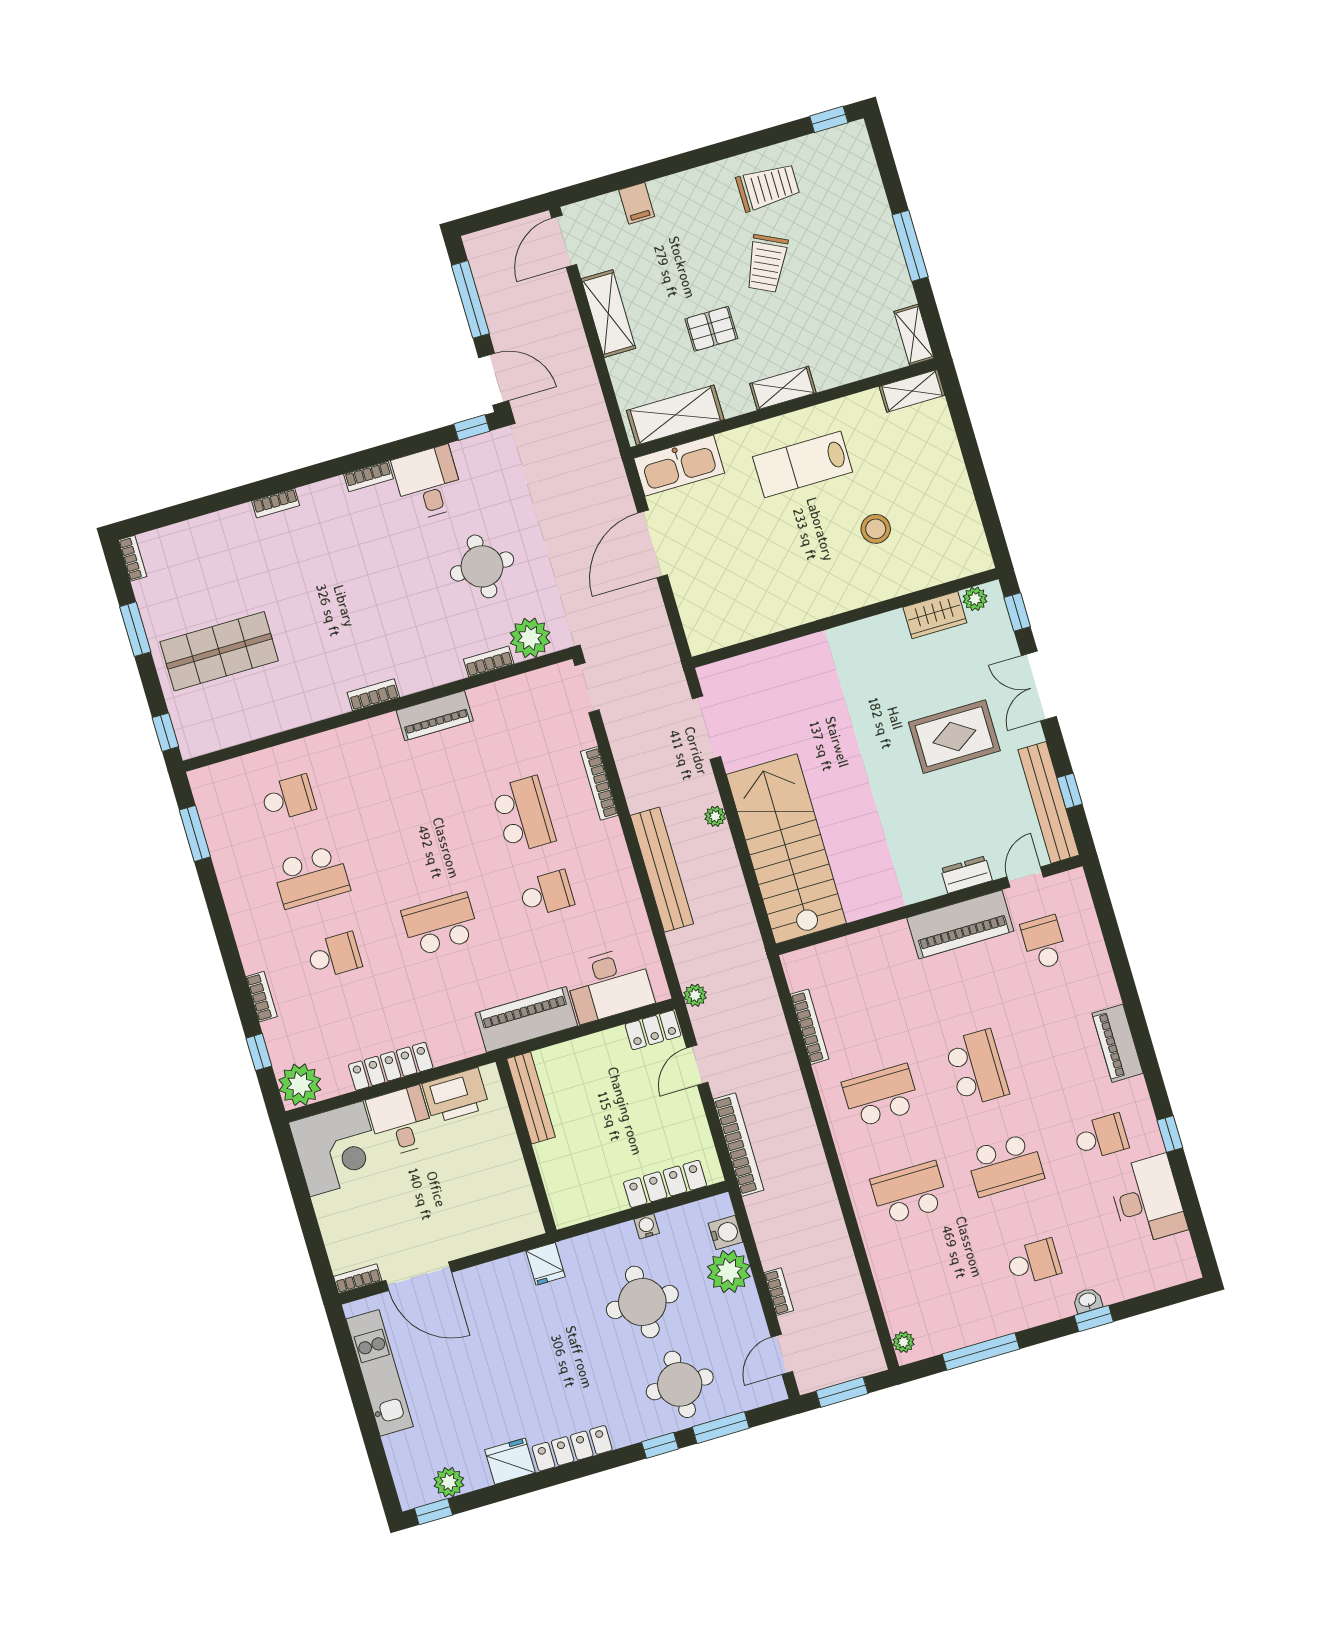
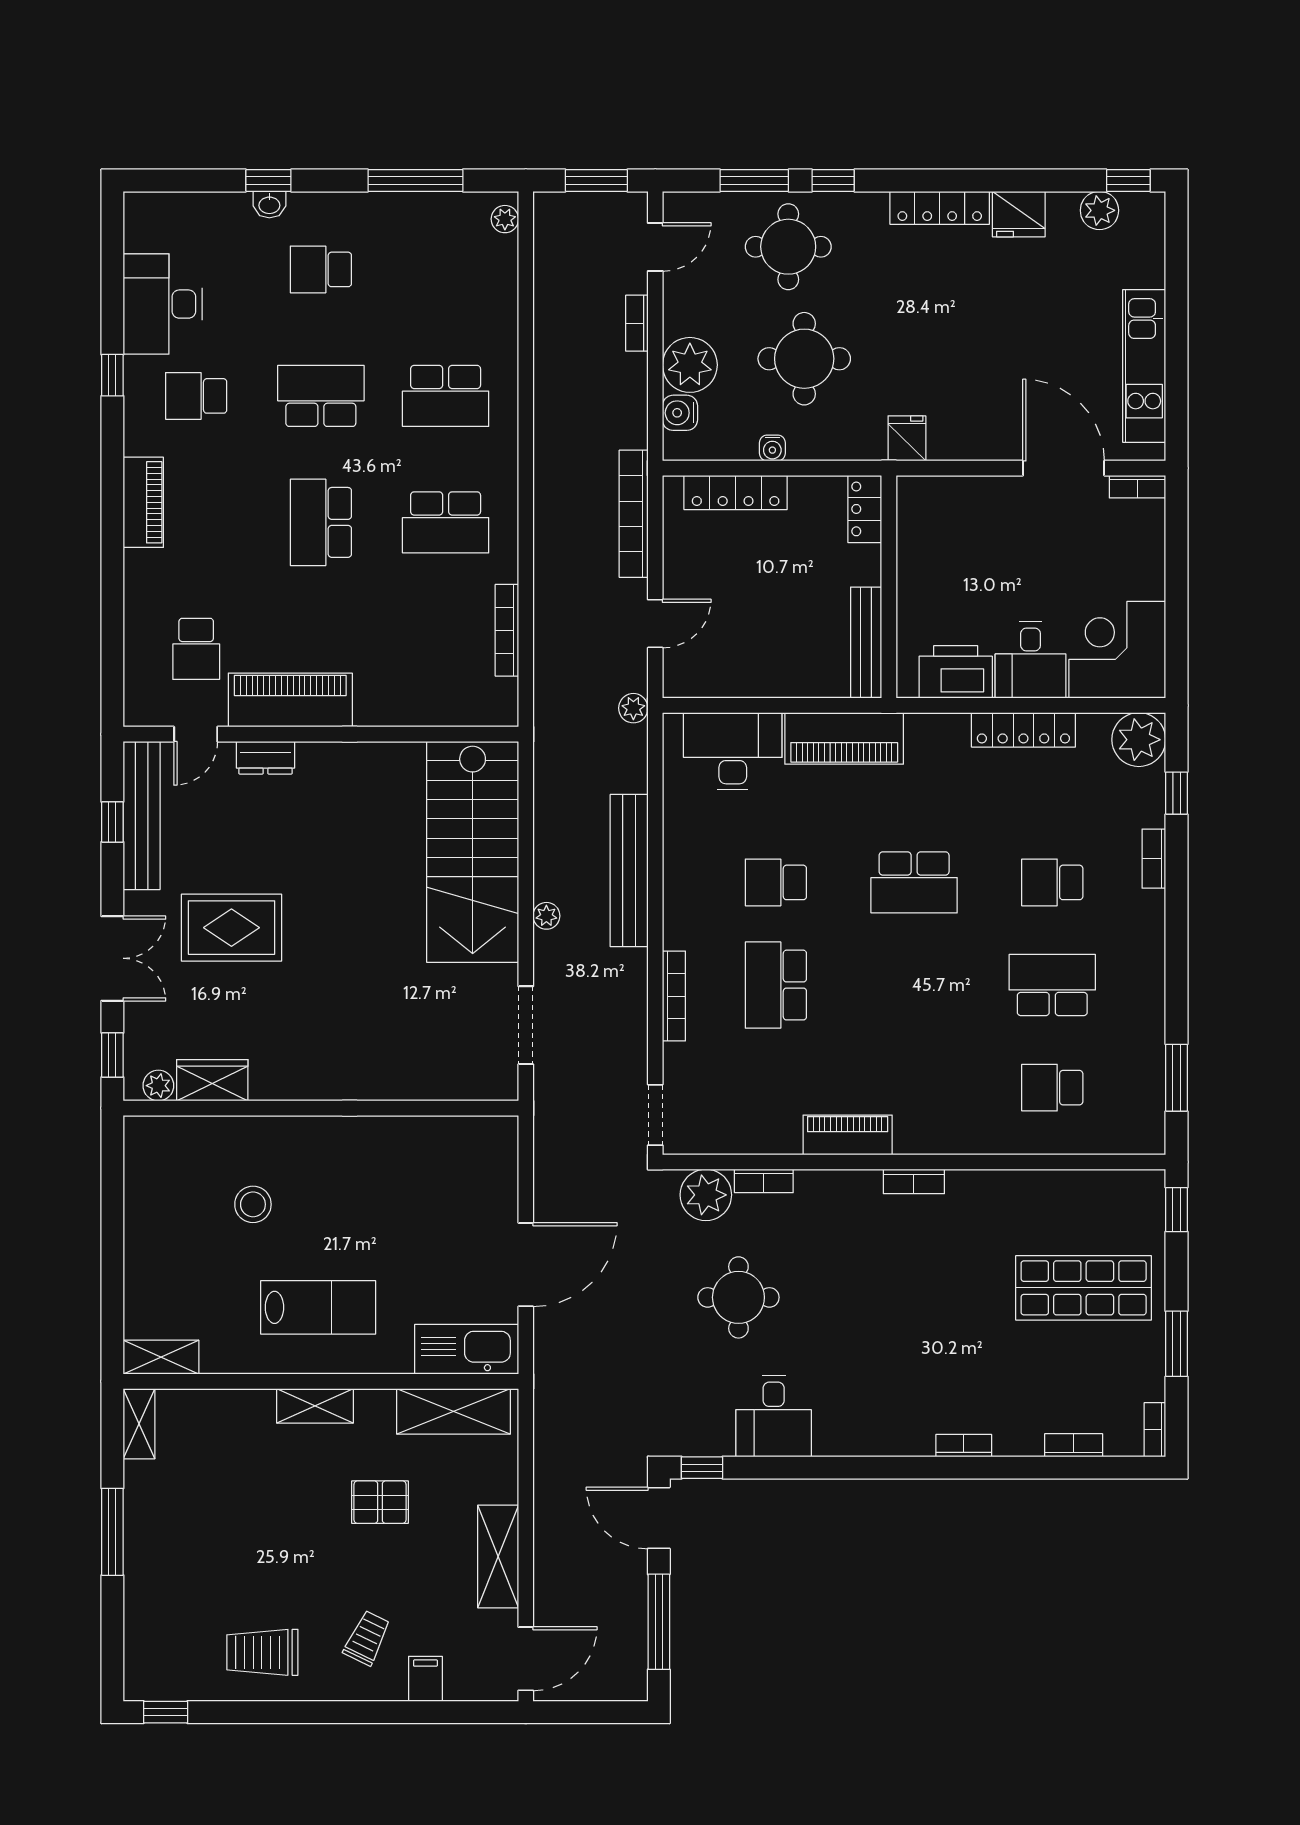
trolley: (767, 263) -> (367, 1638), moved, width x0.73, depth x0.72
bookcase: (368, 476) -> (1074, 1445), moved
locker: (653, 1030) -> (865, 509), moved, turned -90

